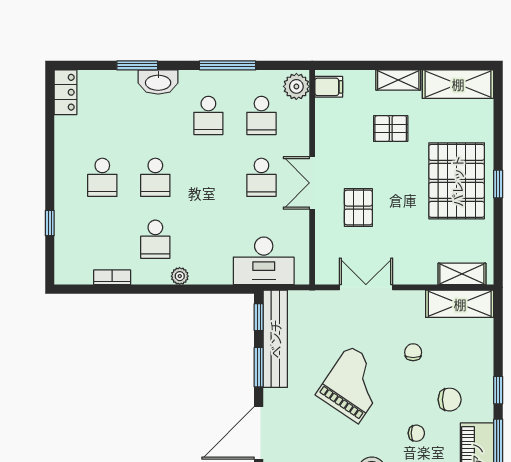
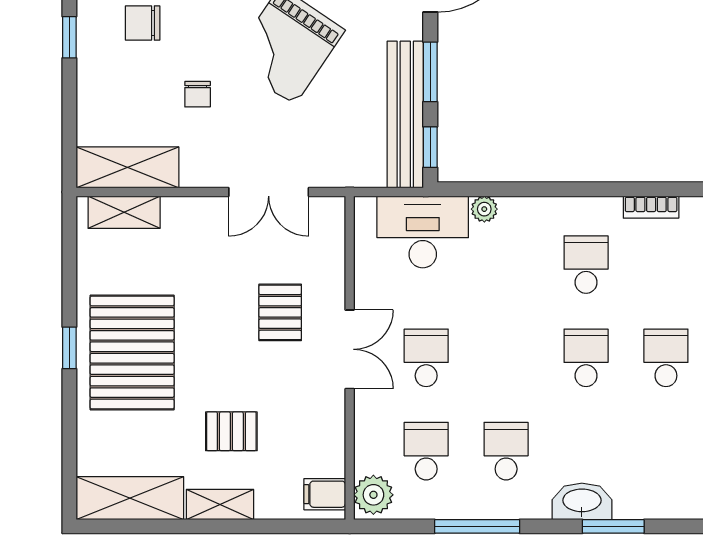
plant: (180, 276) -> (484, 209), moved

